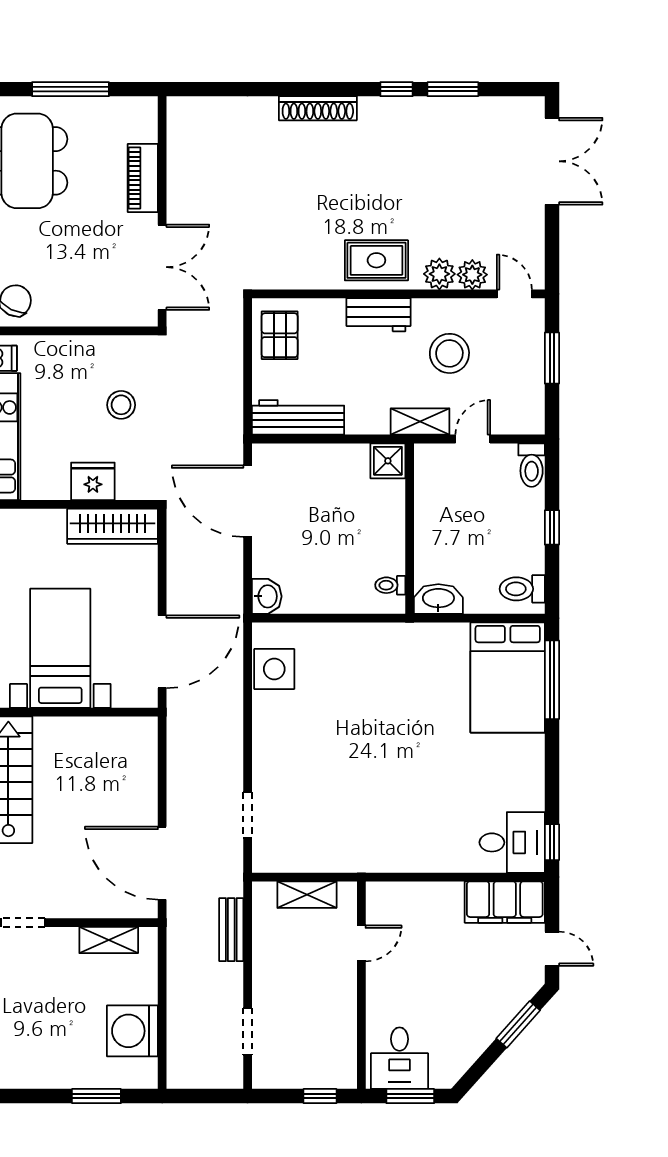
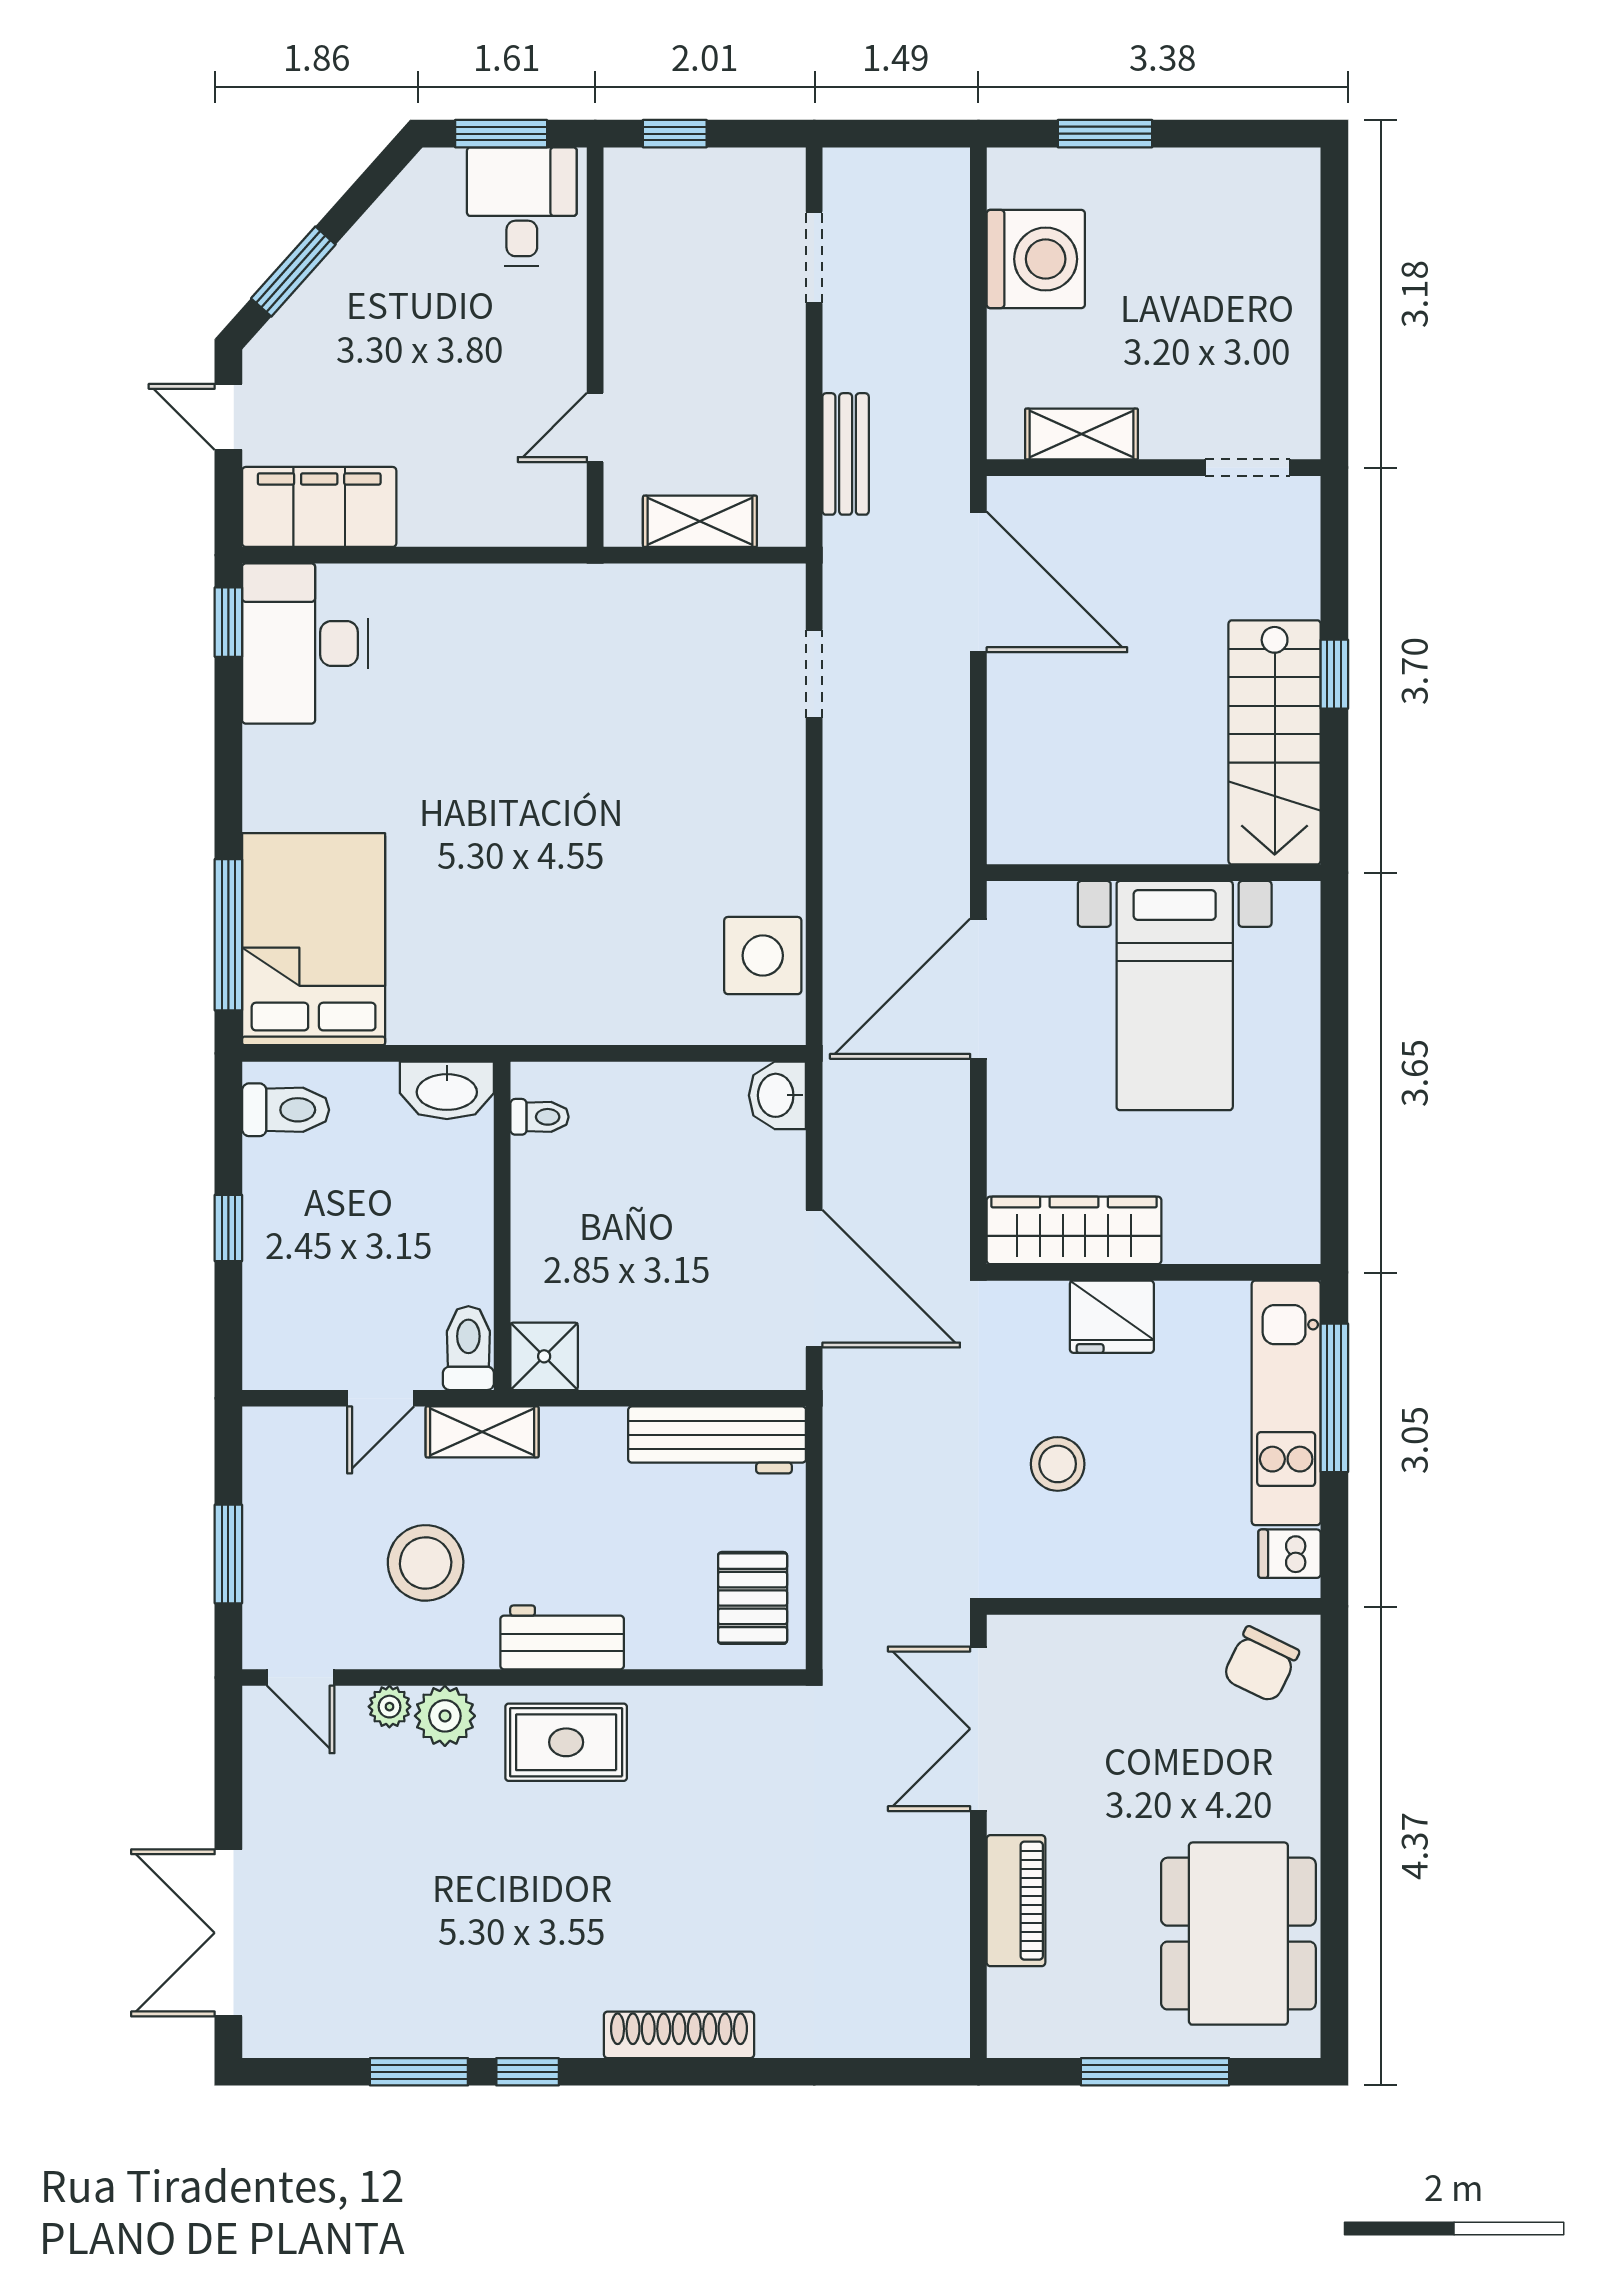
plant: (472, 275) -> (389, 1707), width x0.73, depth x0.73
toilet: (532, 465) -> (468, 1348), moved
desk: (512, 842) -> (305, 643), width x1.37

